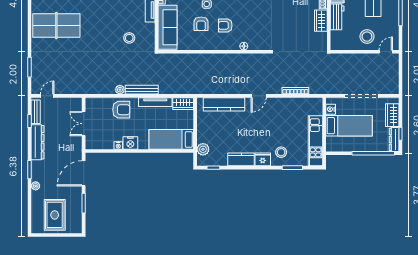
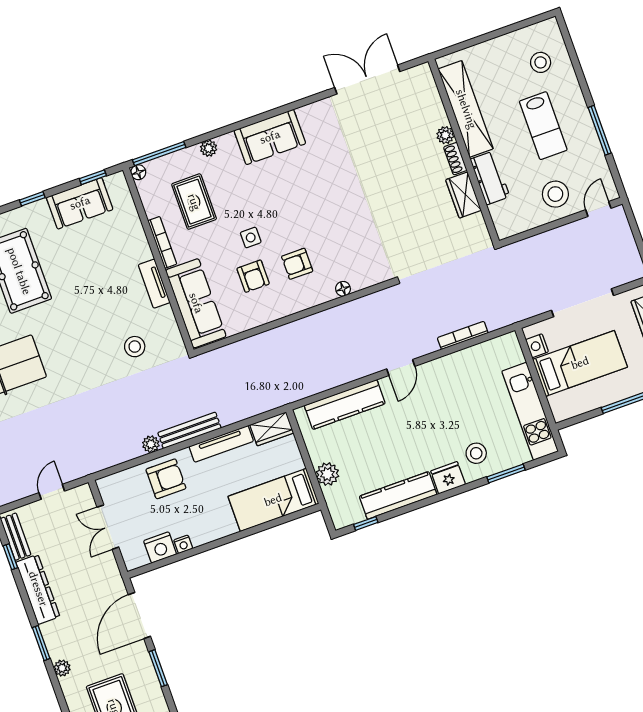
door: (47, 96) -> (52, 492), moved
nightstand: (130, 143) -> (160, 547), moved
plant: (203, 149) -> (327, 474), moved
kitchen counter: (241, 159) -> (398, 495), width x1.50

